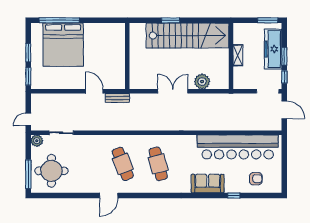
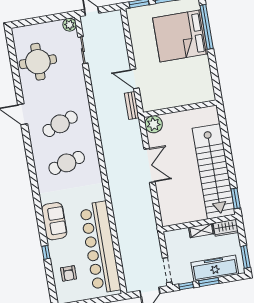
window: (171, 20) -> (236, 198), moved
wardrobe: (239, 33) -> (226, 228), added
plant: (202, 82) -> (154, 124), moved
door: (94, 91) -> (135, 79), swing flipped
round table: (51, 171) -> (38, 62), moved
window: (28, 174) -> (31, 22), removed

